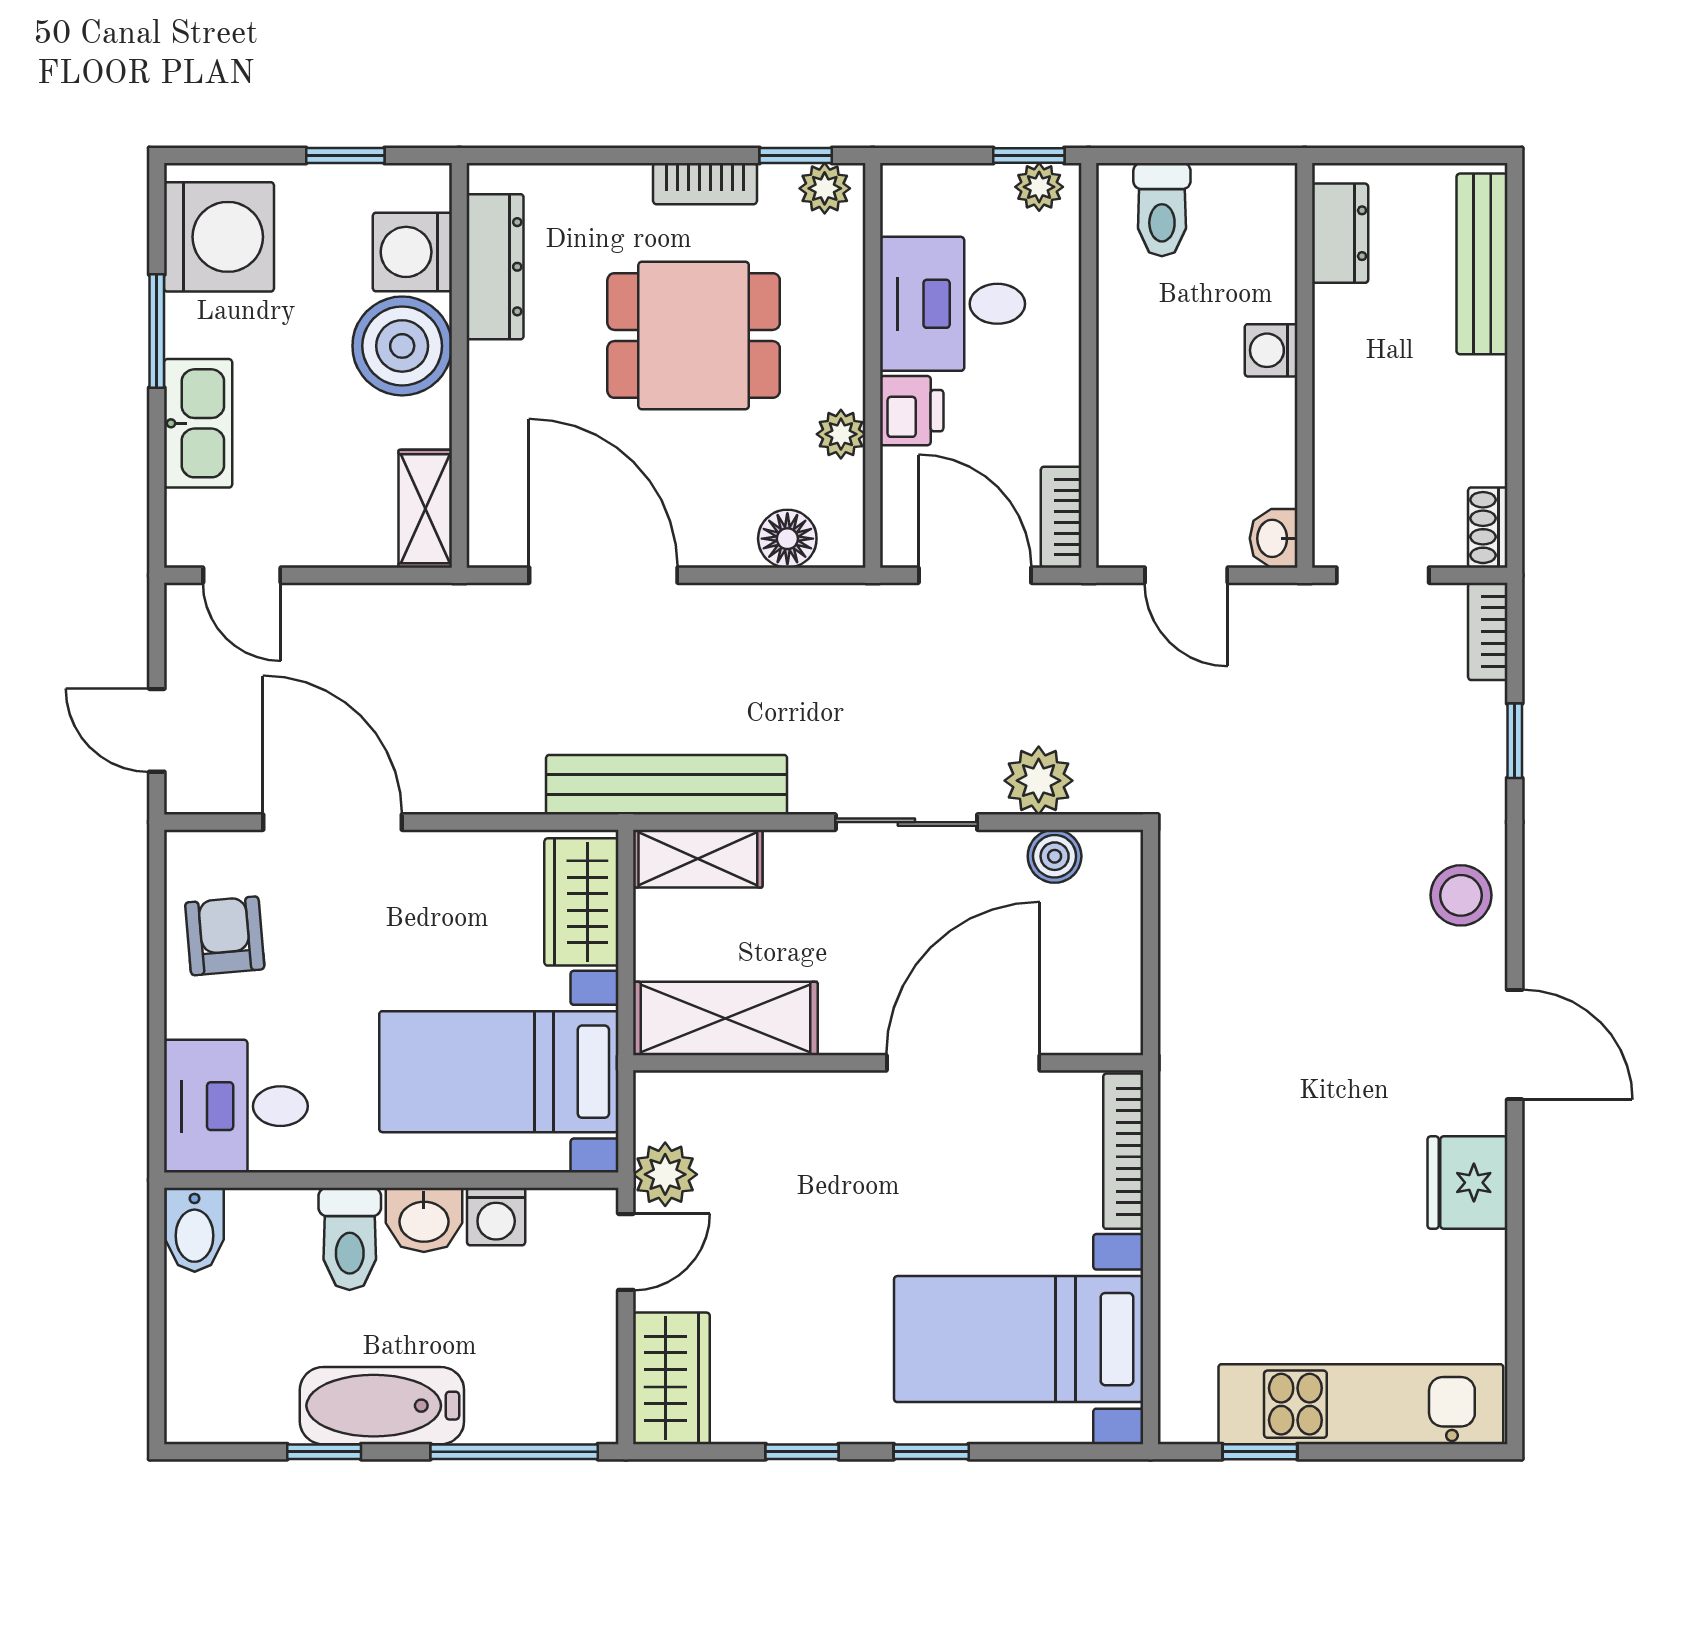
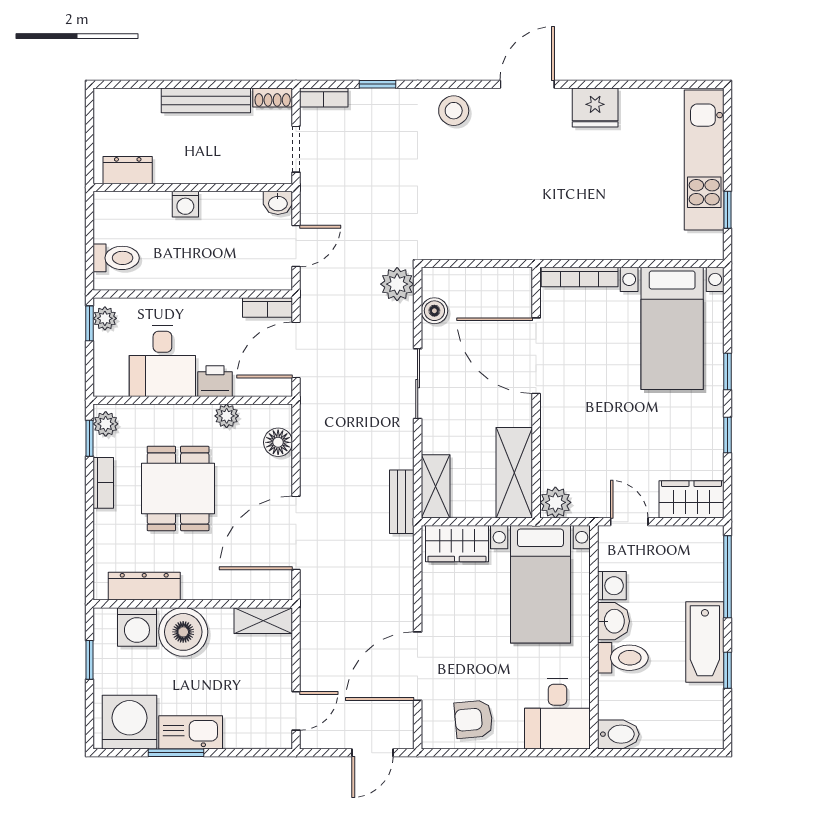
bench: (1482, 264) -> (206, 100), moved
kitchen sink: (198, 423) -> (191, 732), moved
plant: (1039, 781) -> (397, 284), moved
bench: (667, 785) -> (402, 502), width x0.54, depth x0.82
plant: (665, 1174) -> (555, 502), moved

